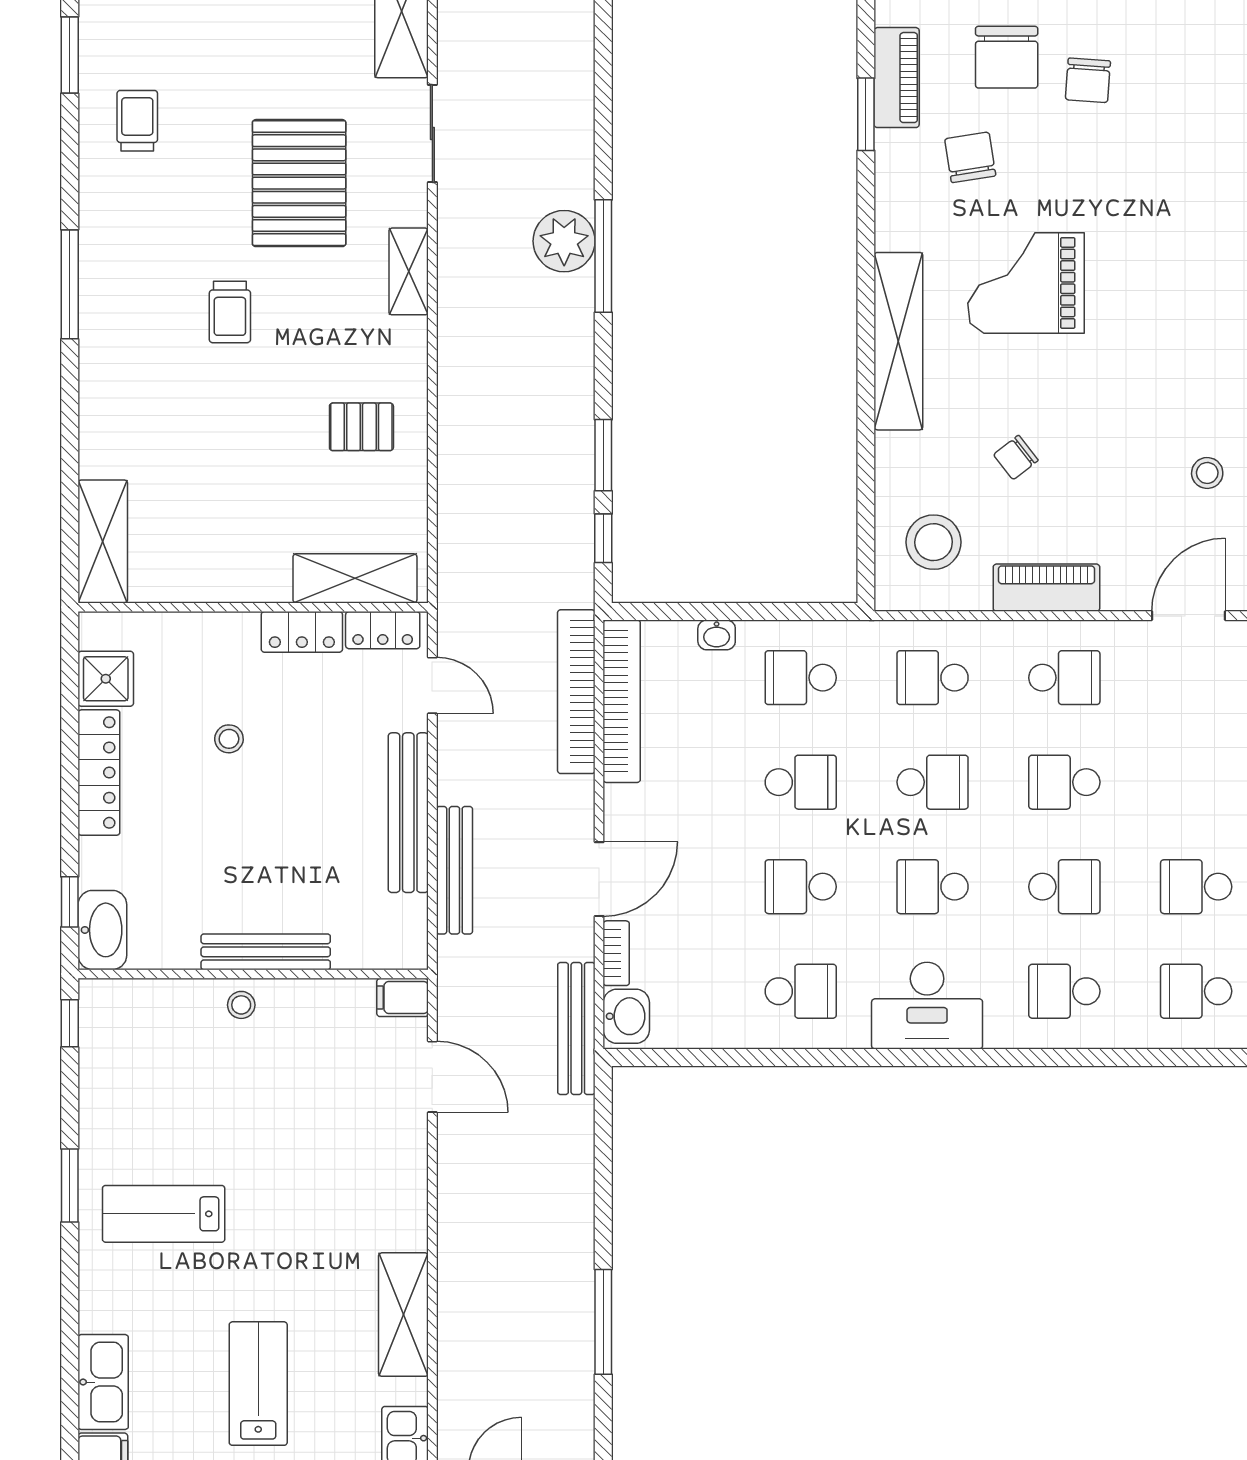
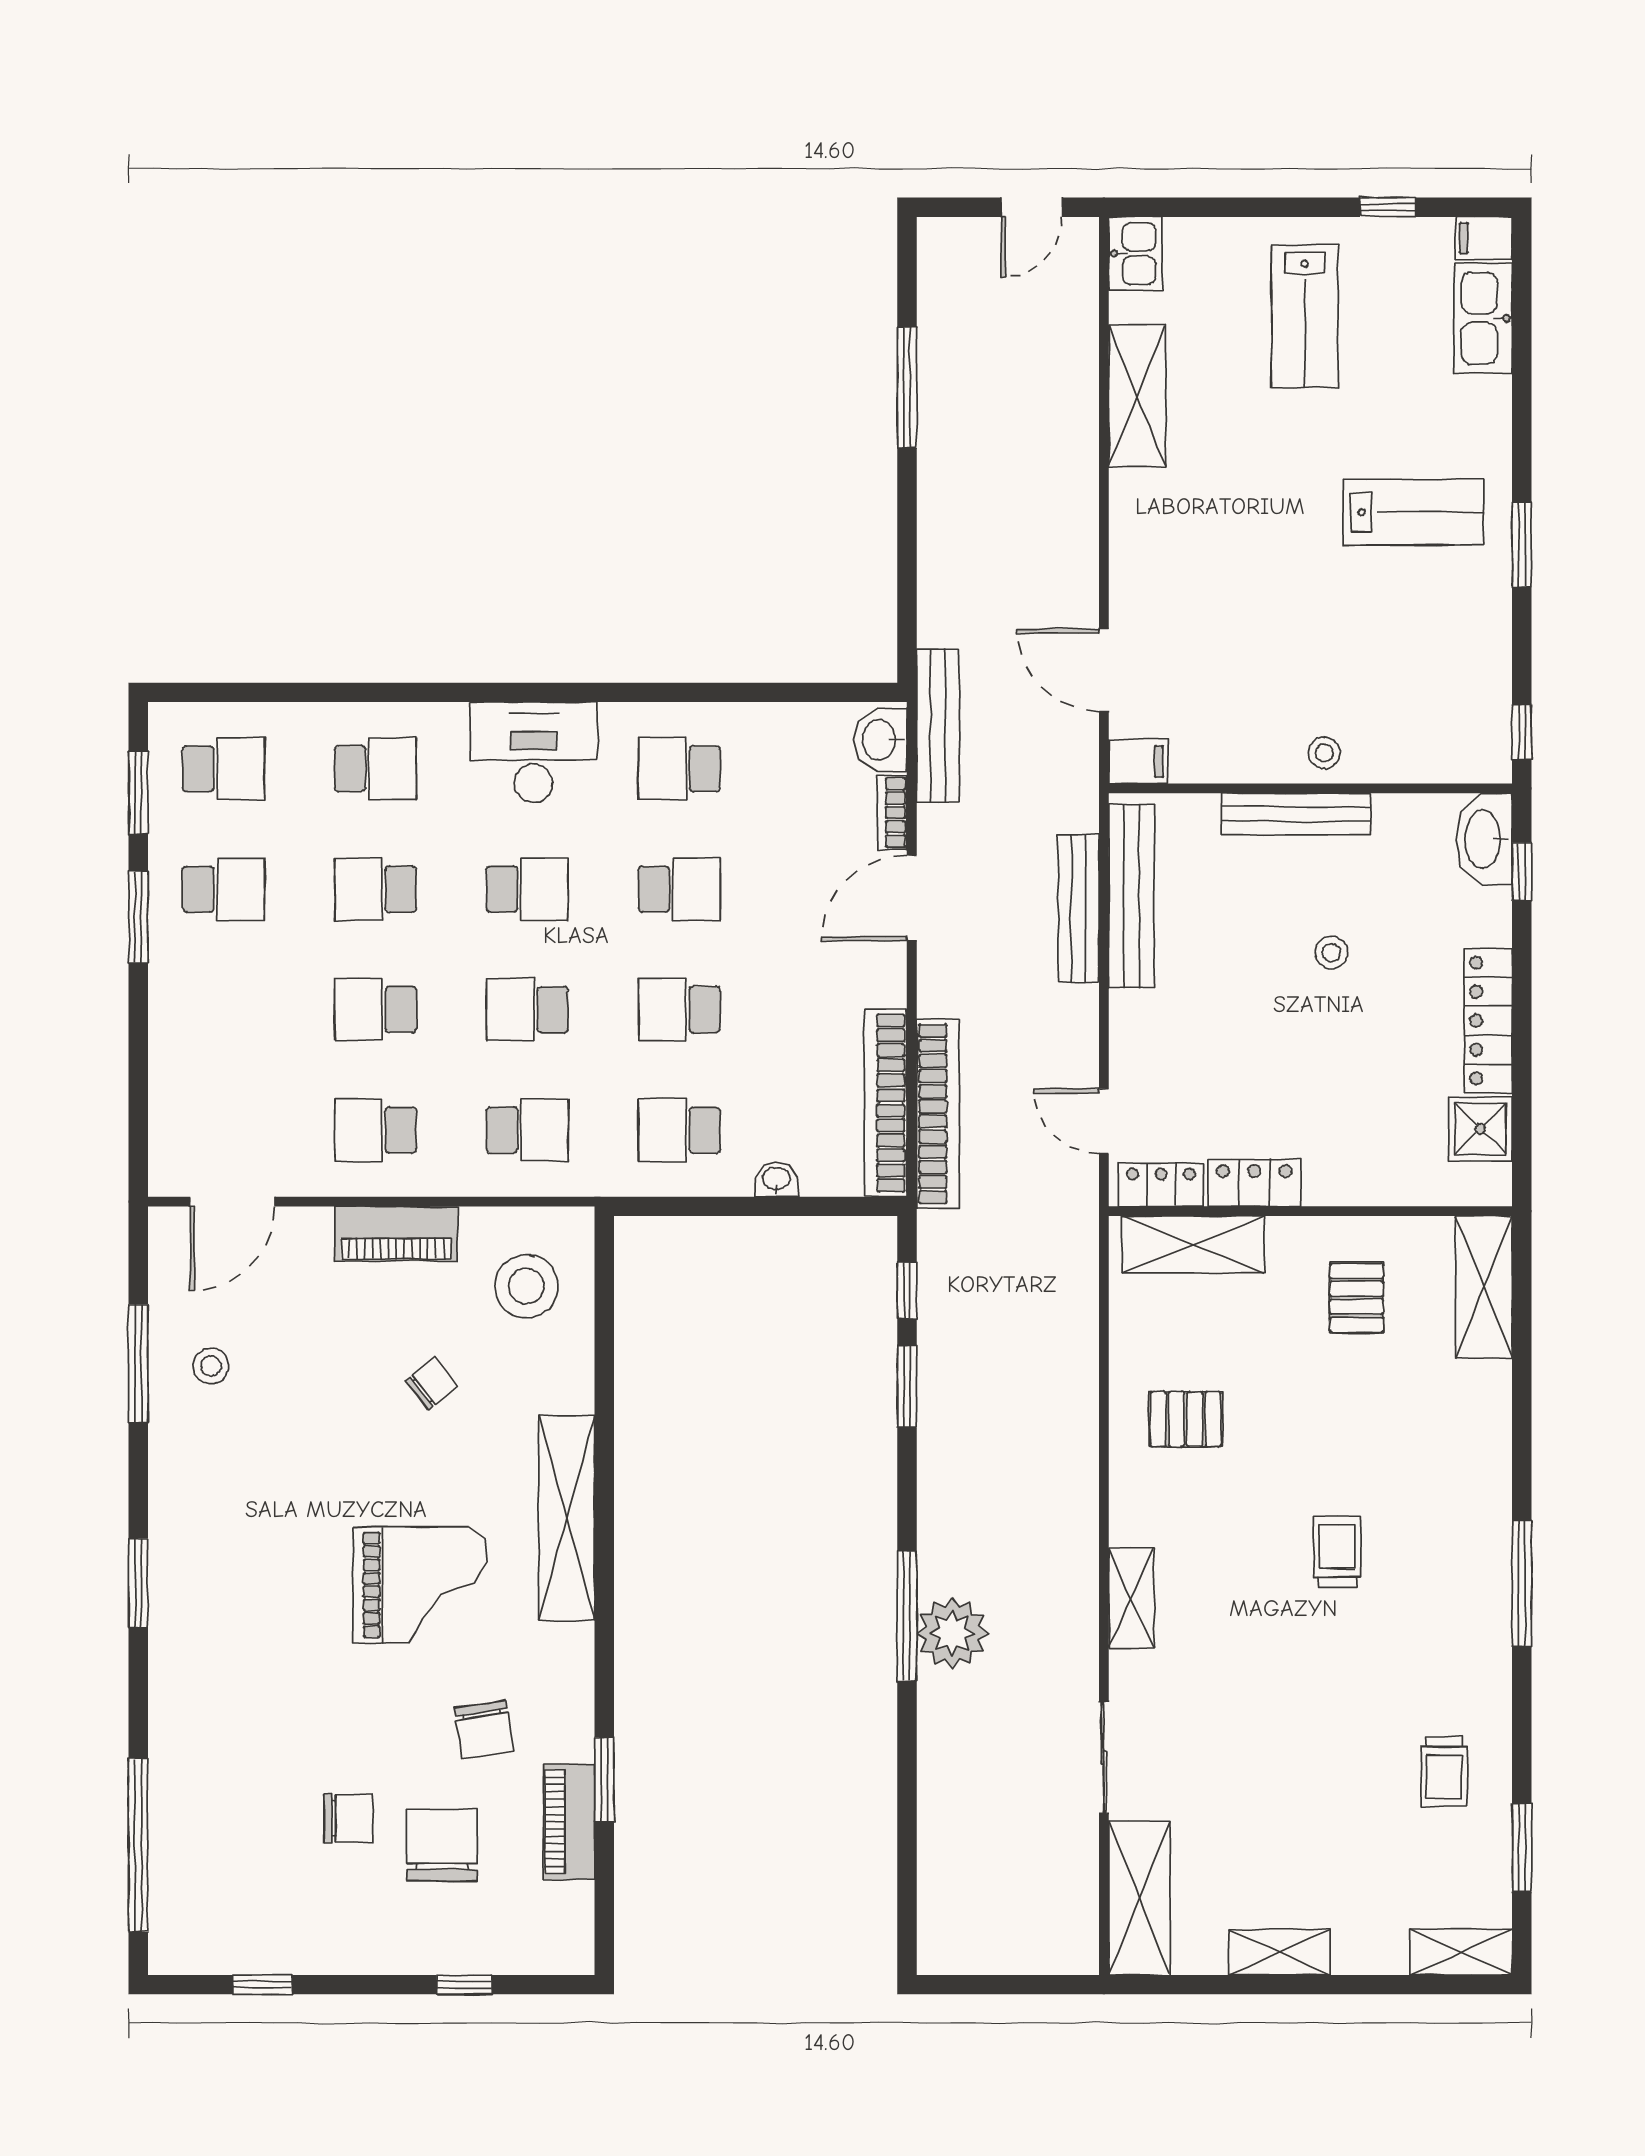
chair: (1088, 80) -> (348, 1819), turned 86
pallet: (299, 183) -> (1356, 1298), moved, width x0.49, depth x0.50
school desk: (801, 678) -> (679, 1130), turned 180
stool: (229, 739) -> (1331, 952), moved
school desk: (1064, 782) -> (375, 1010), turned 180
bench: (408, 813) -> (1132, 896), moved

